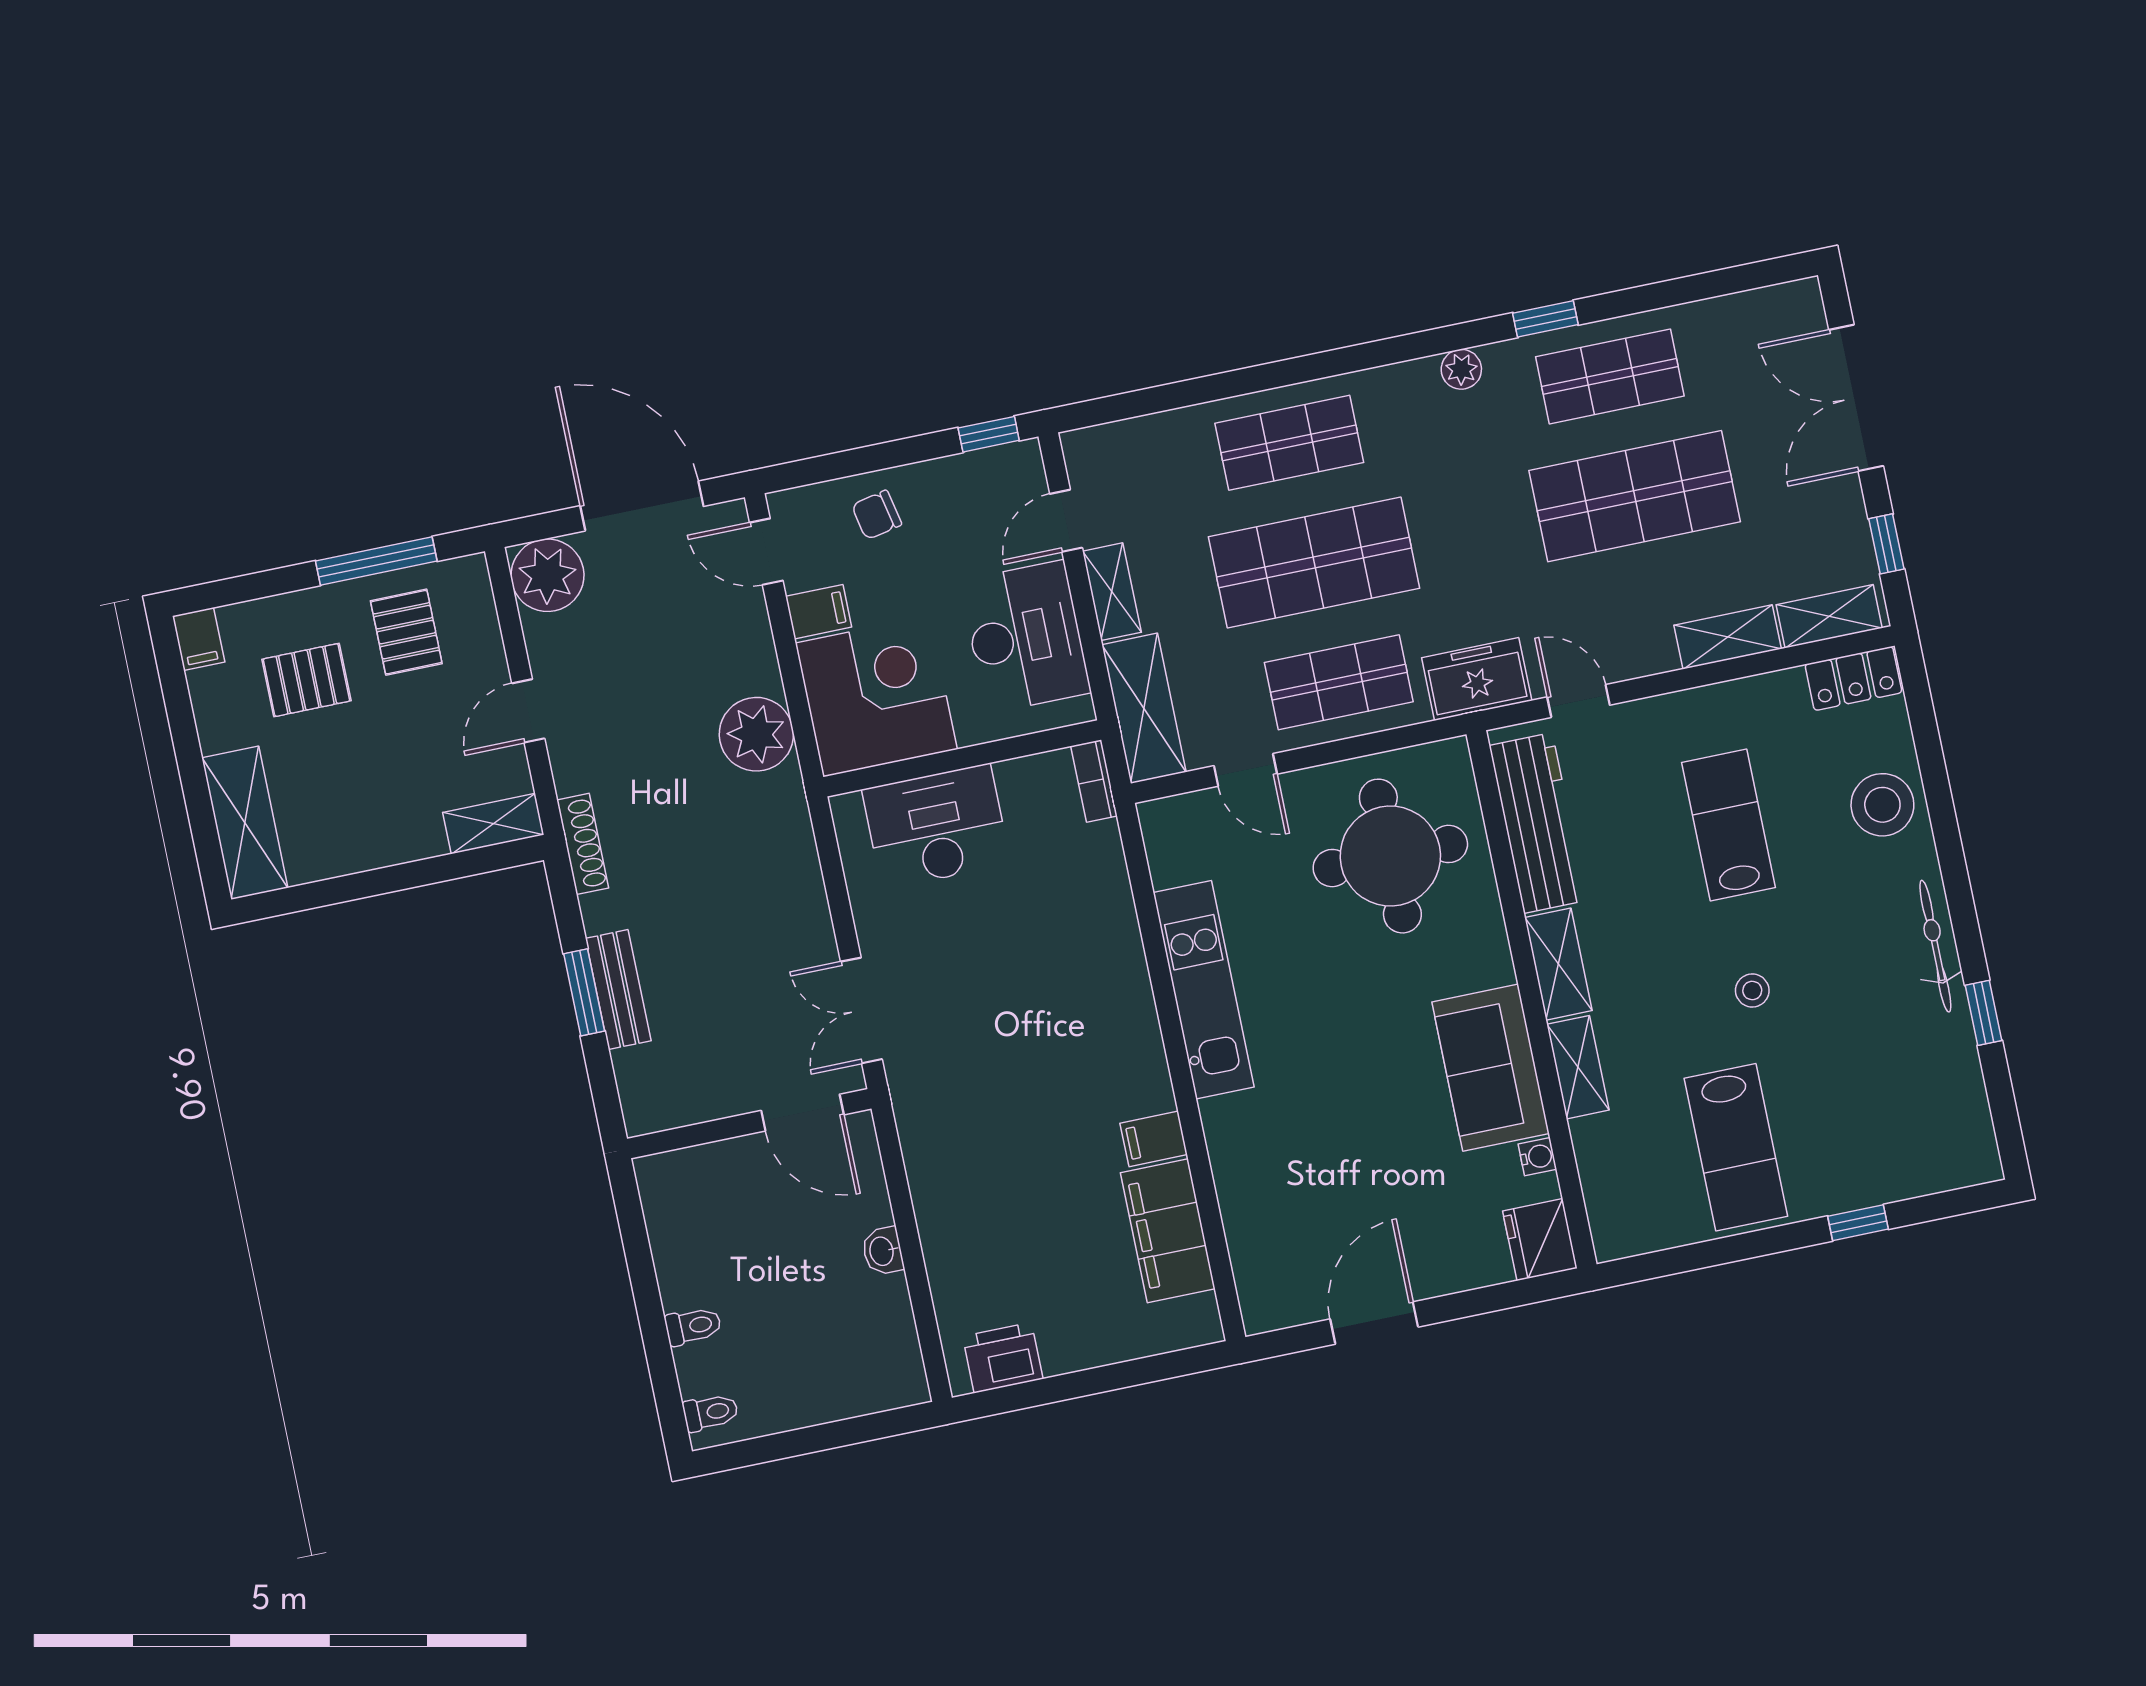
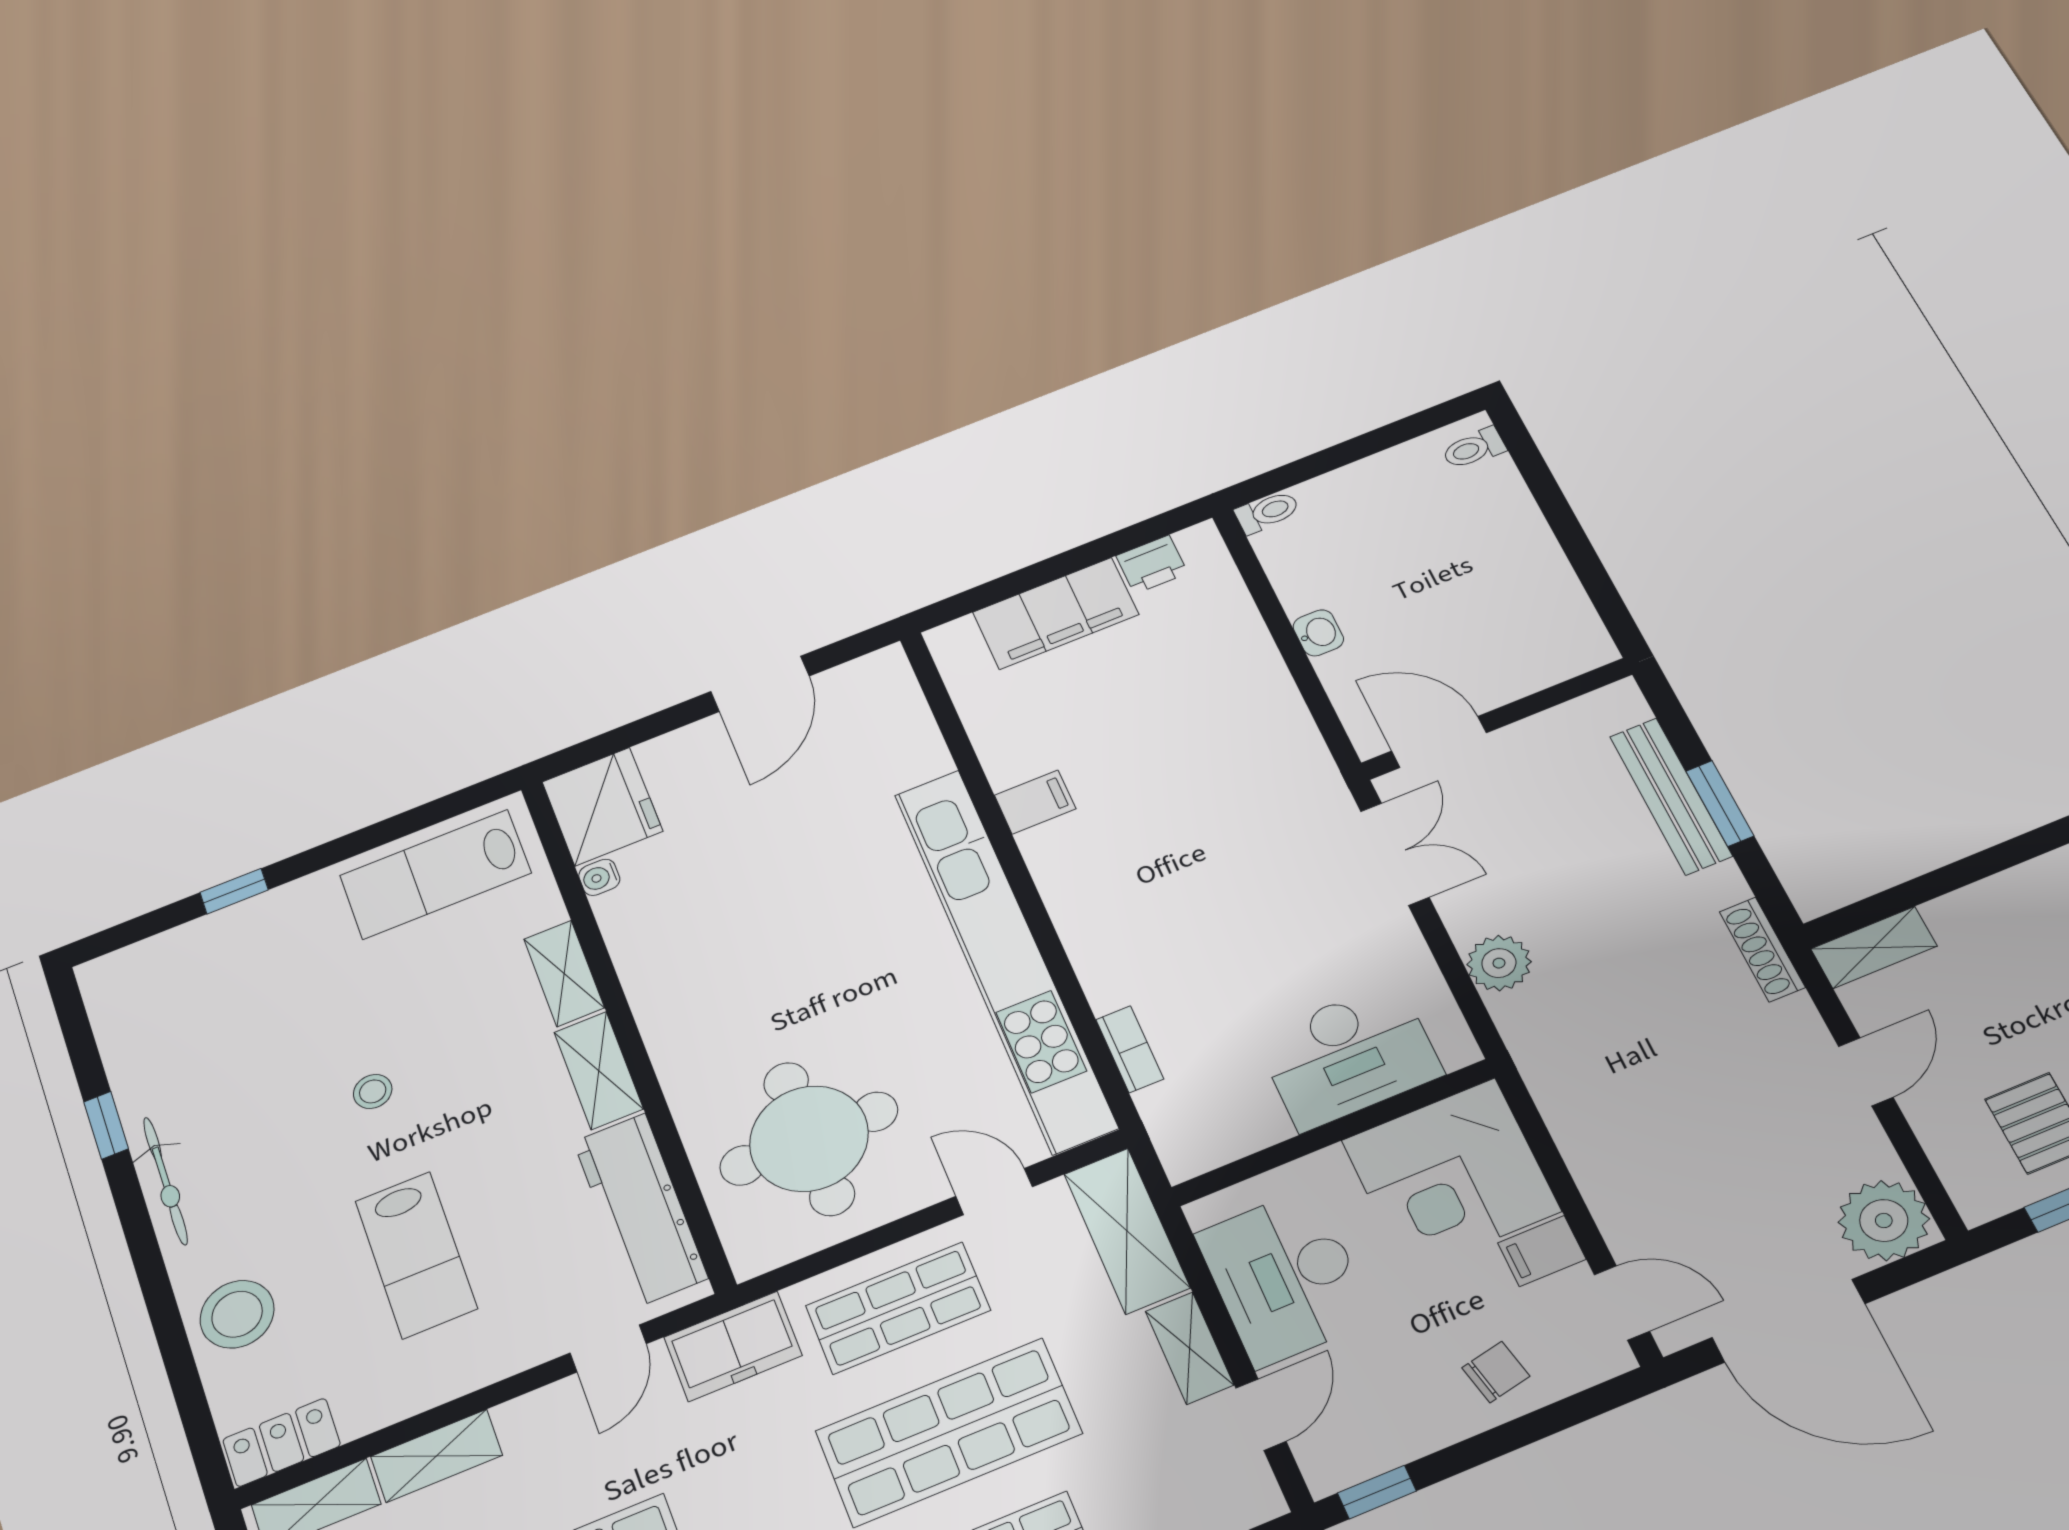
door: (1578, 701) -> (608, 1348), hinge flipped
plant: (756, 734) -> (1499, 963), moved, width x0.73, depth x0.73
bookcase: (1094, 781) -> (1130, 1049), moved
bench: (618, 990) -> (1671, 796), width x1.36
kitchen unit: (1204, 990) -> (1004, 958), width x1.86
sofa: (1491, 1068) -> (663, 952), removed
lab bench: (1736, 1147) -> (435, 874), moved, turned -90
filing cabinet: (1168, 1231) -> (1056, 613), moved, turned 90
fridge: (1540, 1240) -> (602, 807), width x1.36, depth x1.34
toilet: (693, 1326) -> (1267, 512), moved, turned 180
printer: (1003, 1358) -> (1152, 564), width x0.73, depth x0.81

